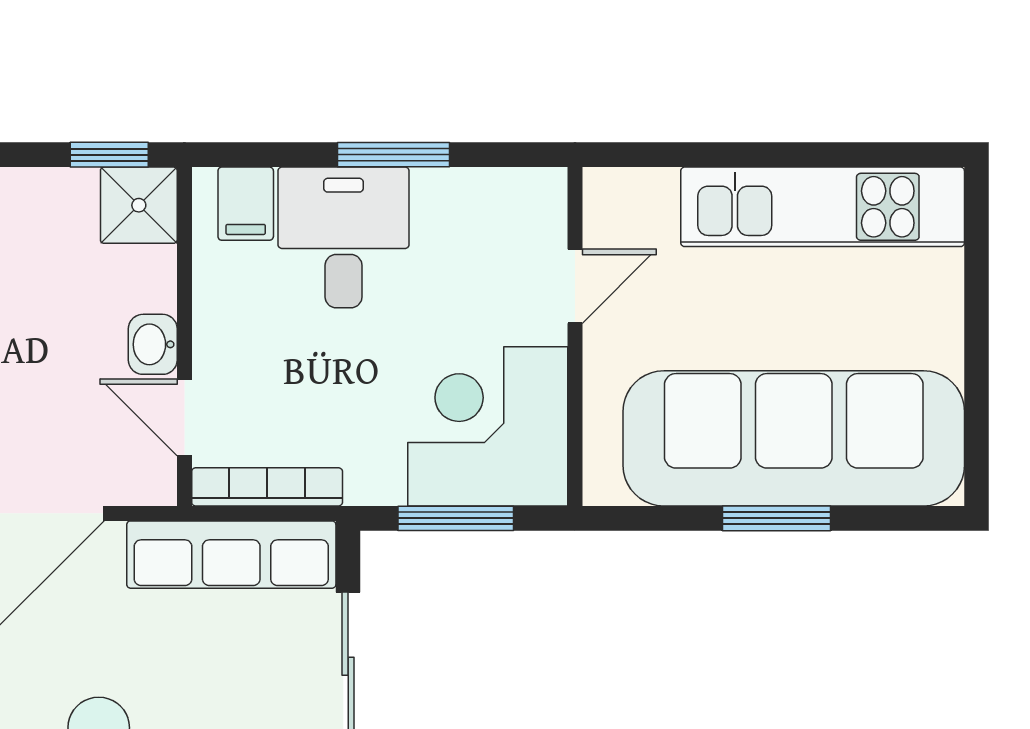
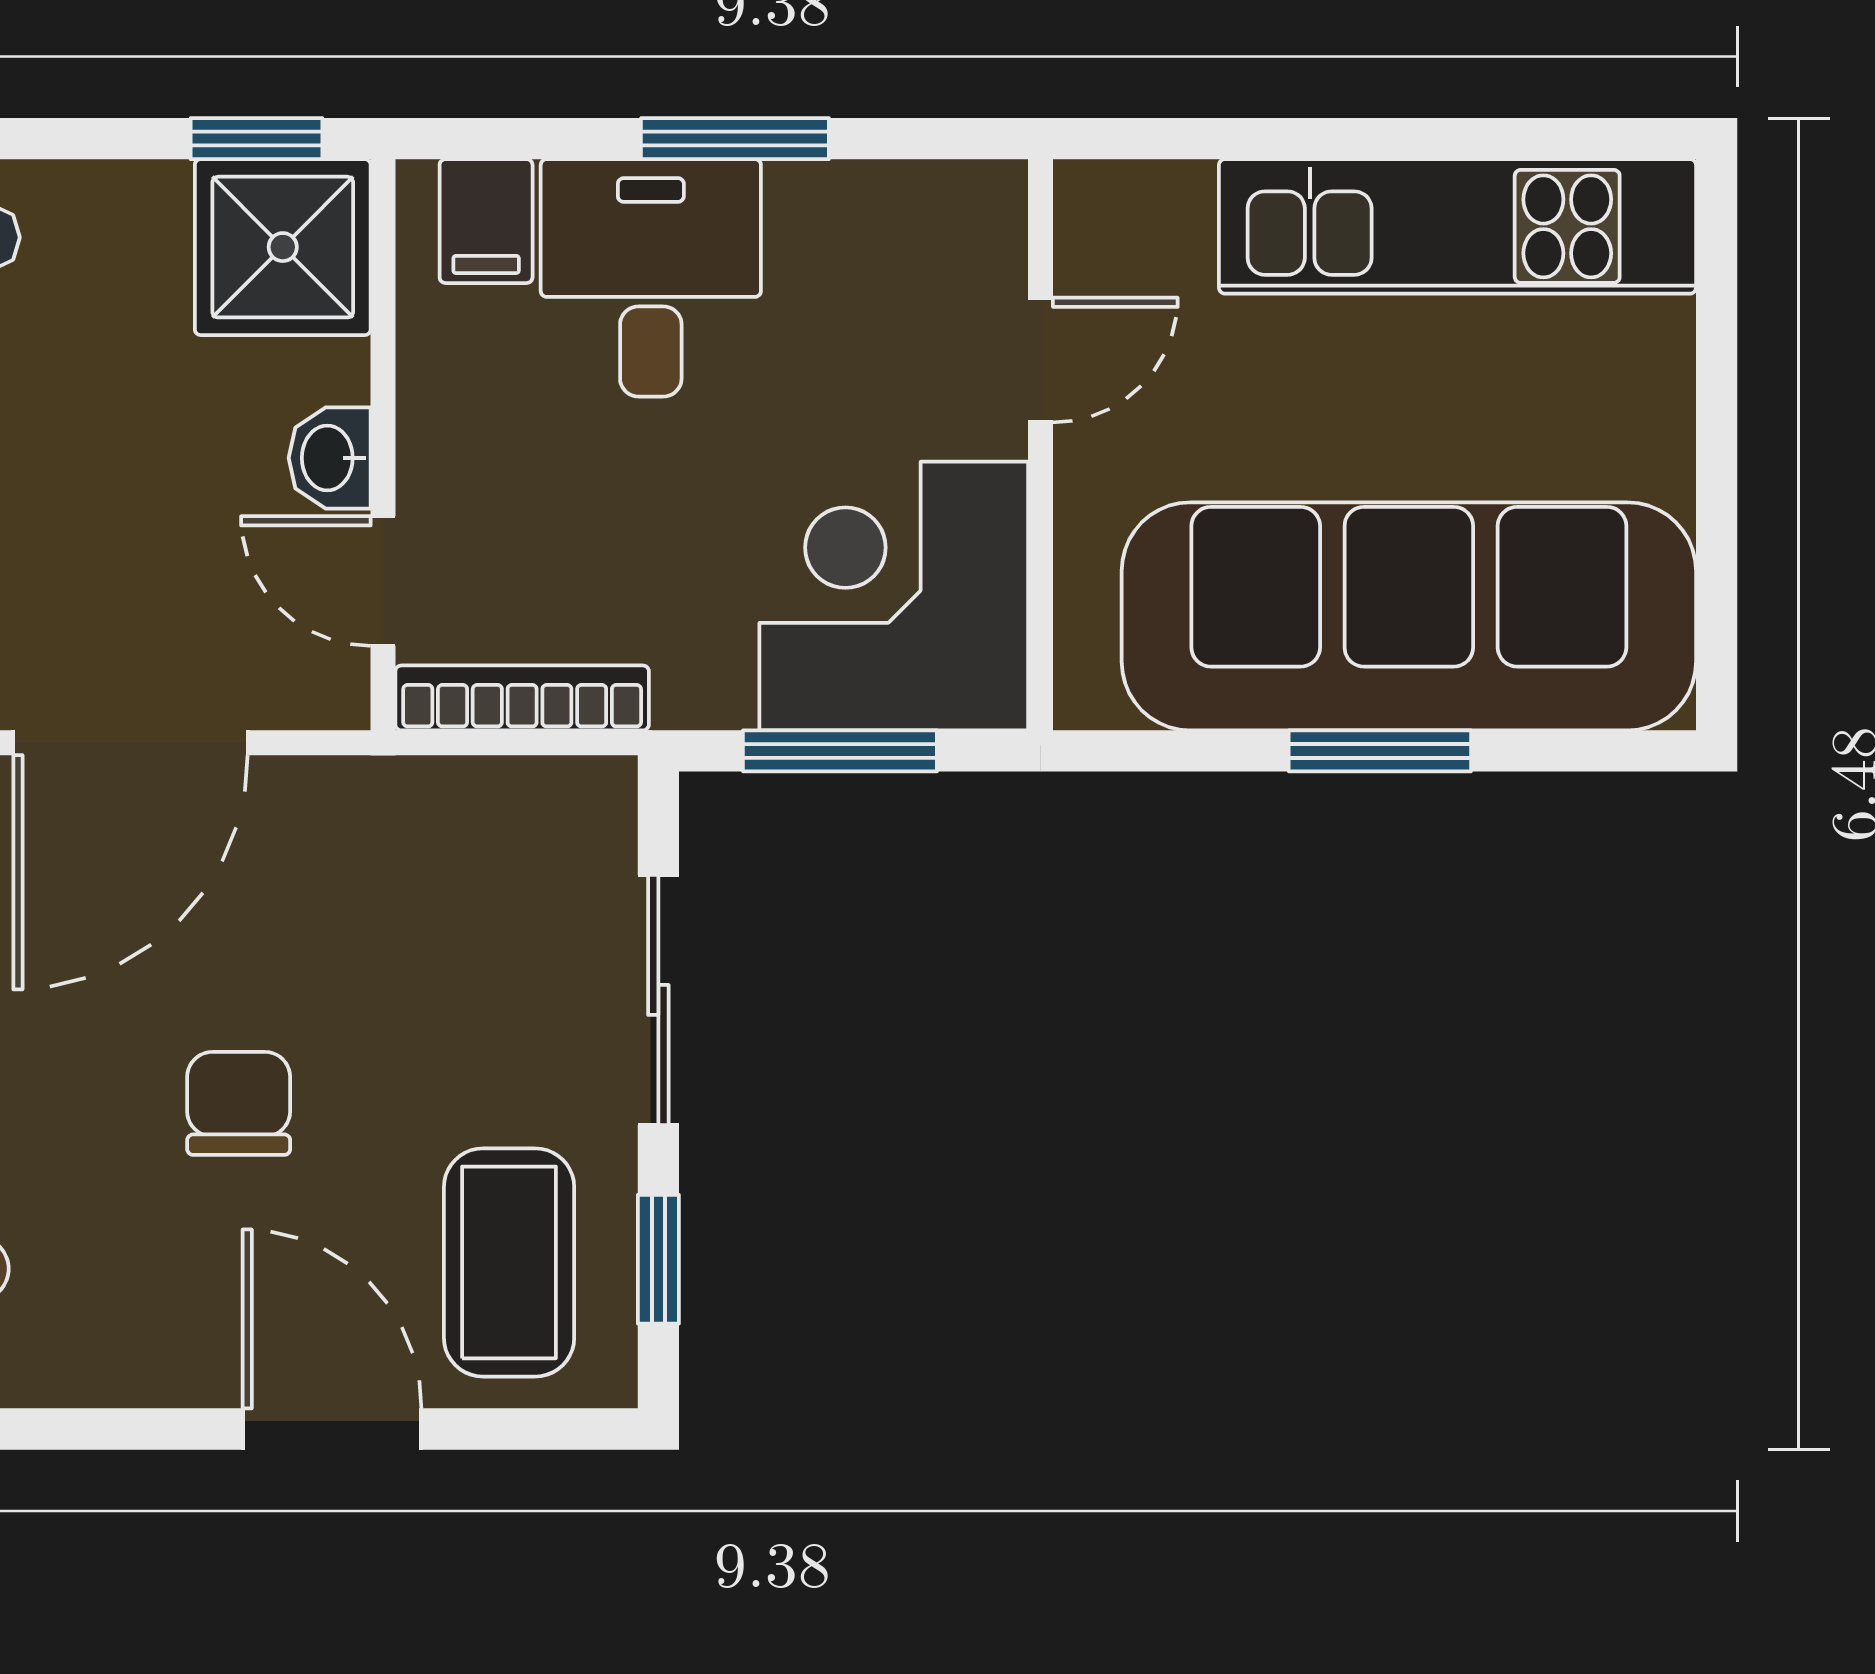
shower: (139, 205) -> (283, 247), width x1.36, depth x1.36
row of seats: (231, 555) -> (462, 812), removed

